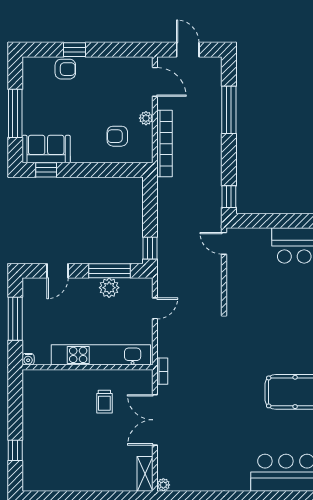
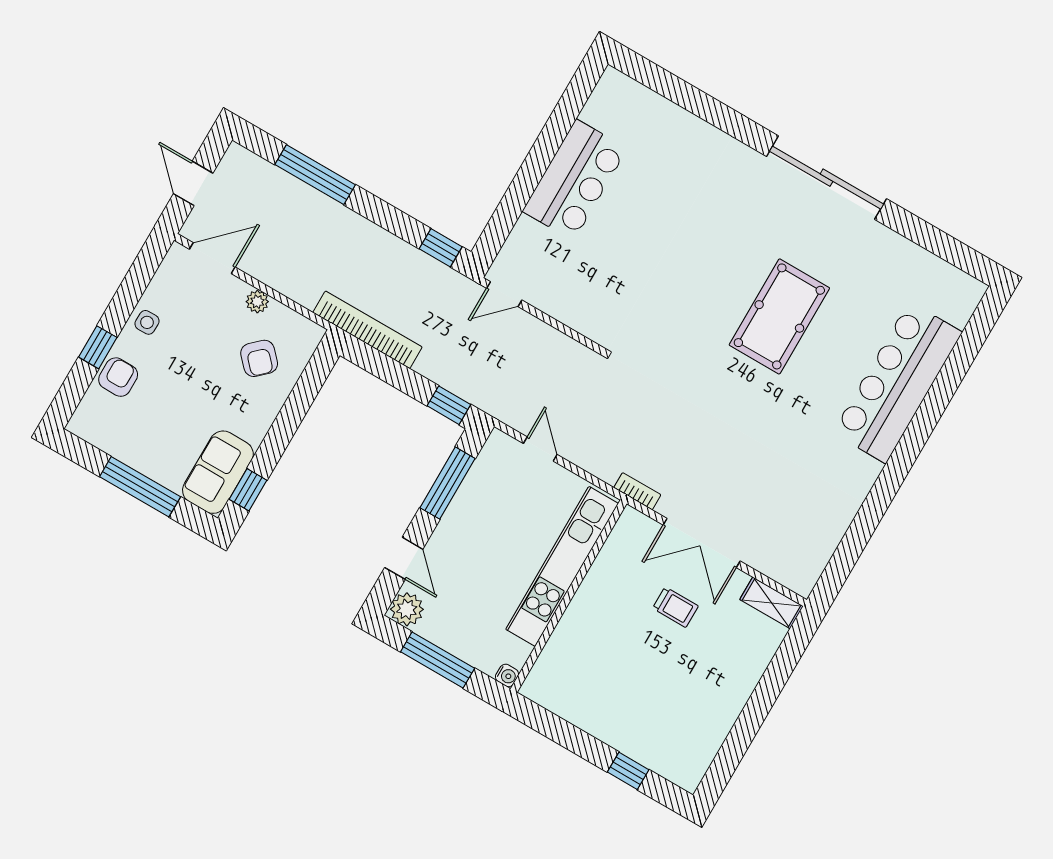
door: (188, 50) -> (193, 183), hinge flipped
side table: (102, 68) -> (147, 322), added
armchair: (117, 136) -> (259, 358), turned -43
bookcase: (165, 144) -> (367, 330), moved
plant: (109, 288) -> (407, 609), moved
trolley: (104, 402) -> (675, 607), moved
plant: (163, 485) -> (803, 585), removed

